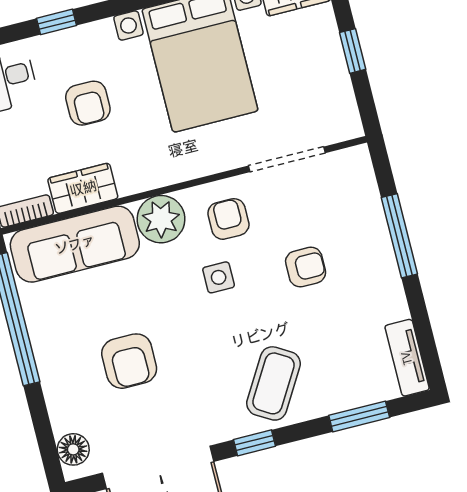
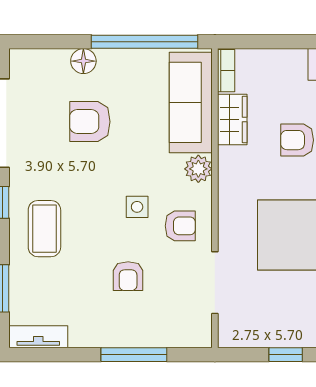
plant: (161, 219) -> (198, 169), width x0.73, depth x0.73
coffee table: (274, 383) -> (44, 229), turned 59
floor lamp: (73, 449) -> (83, 61), moved

